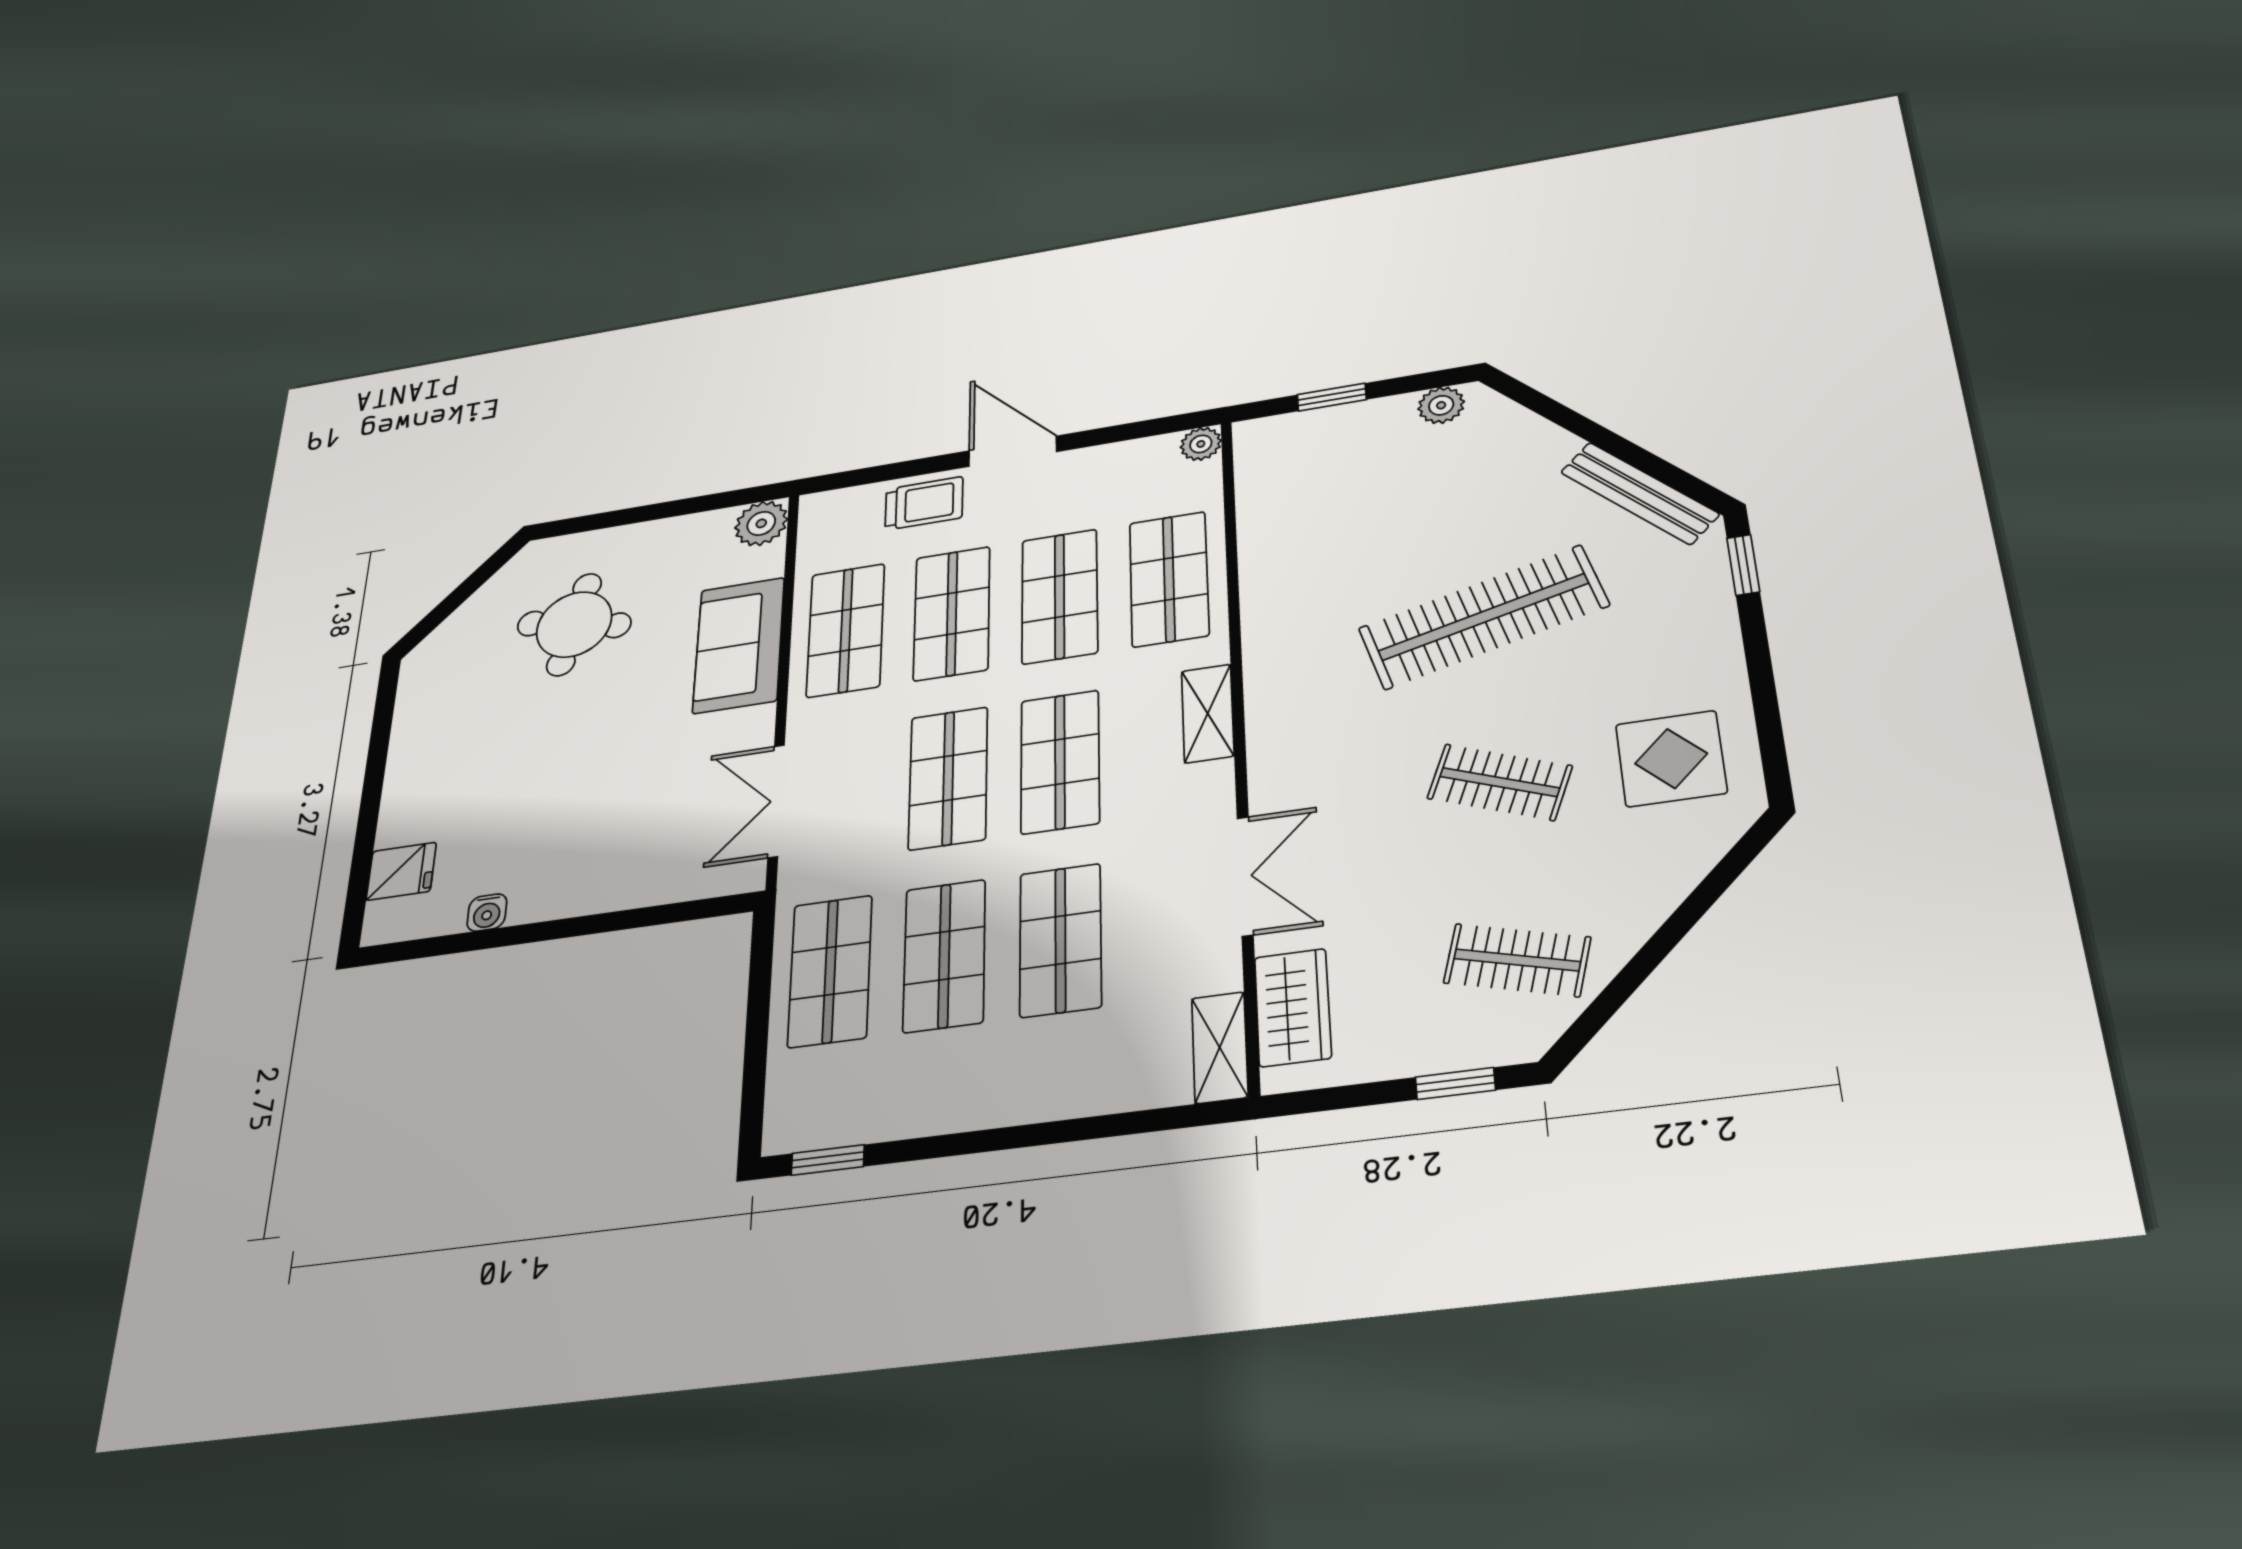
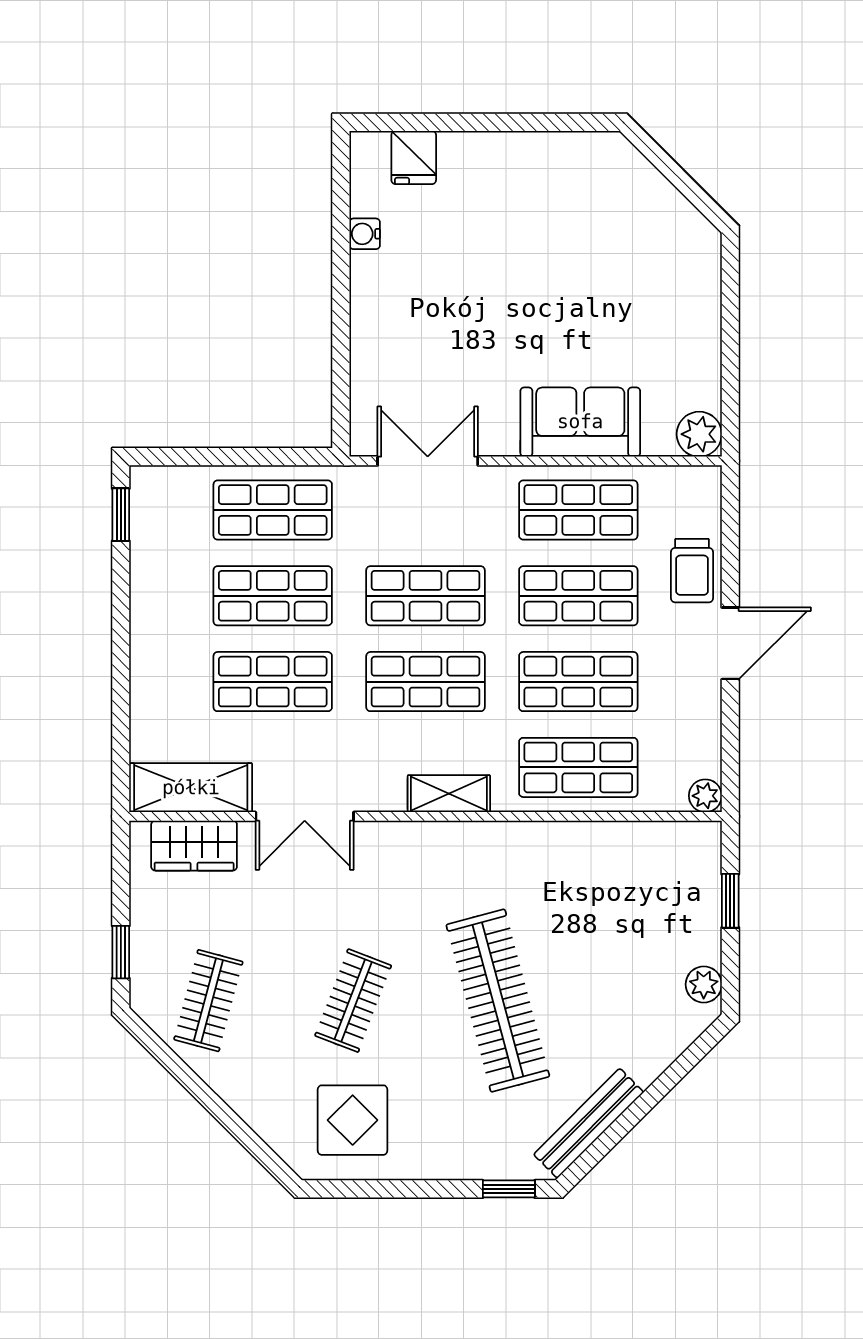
round table: (574, 624) -> (627, 280), removed
shelving: (1220, 1047) -> (191, 788), width x1.50, depth x1.33

